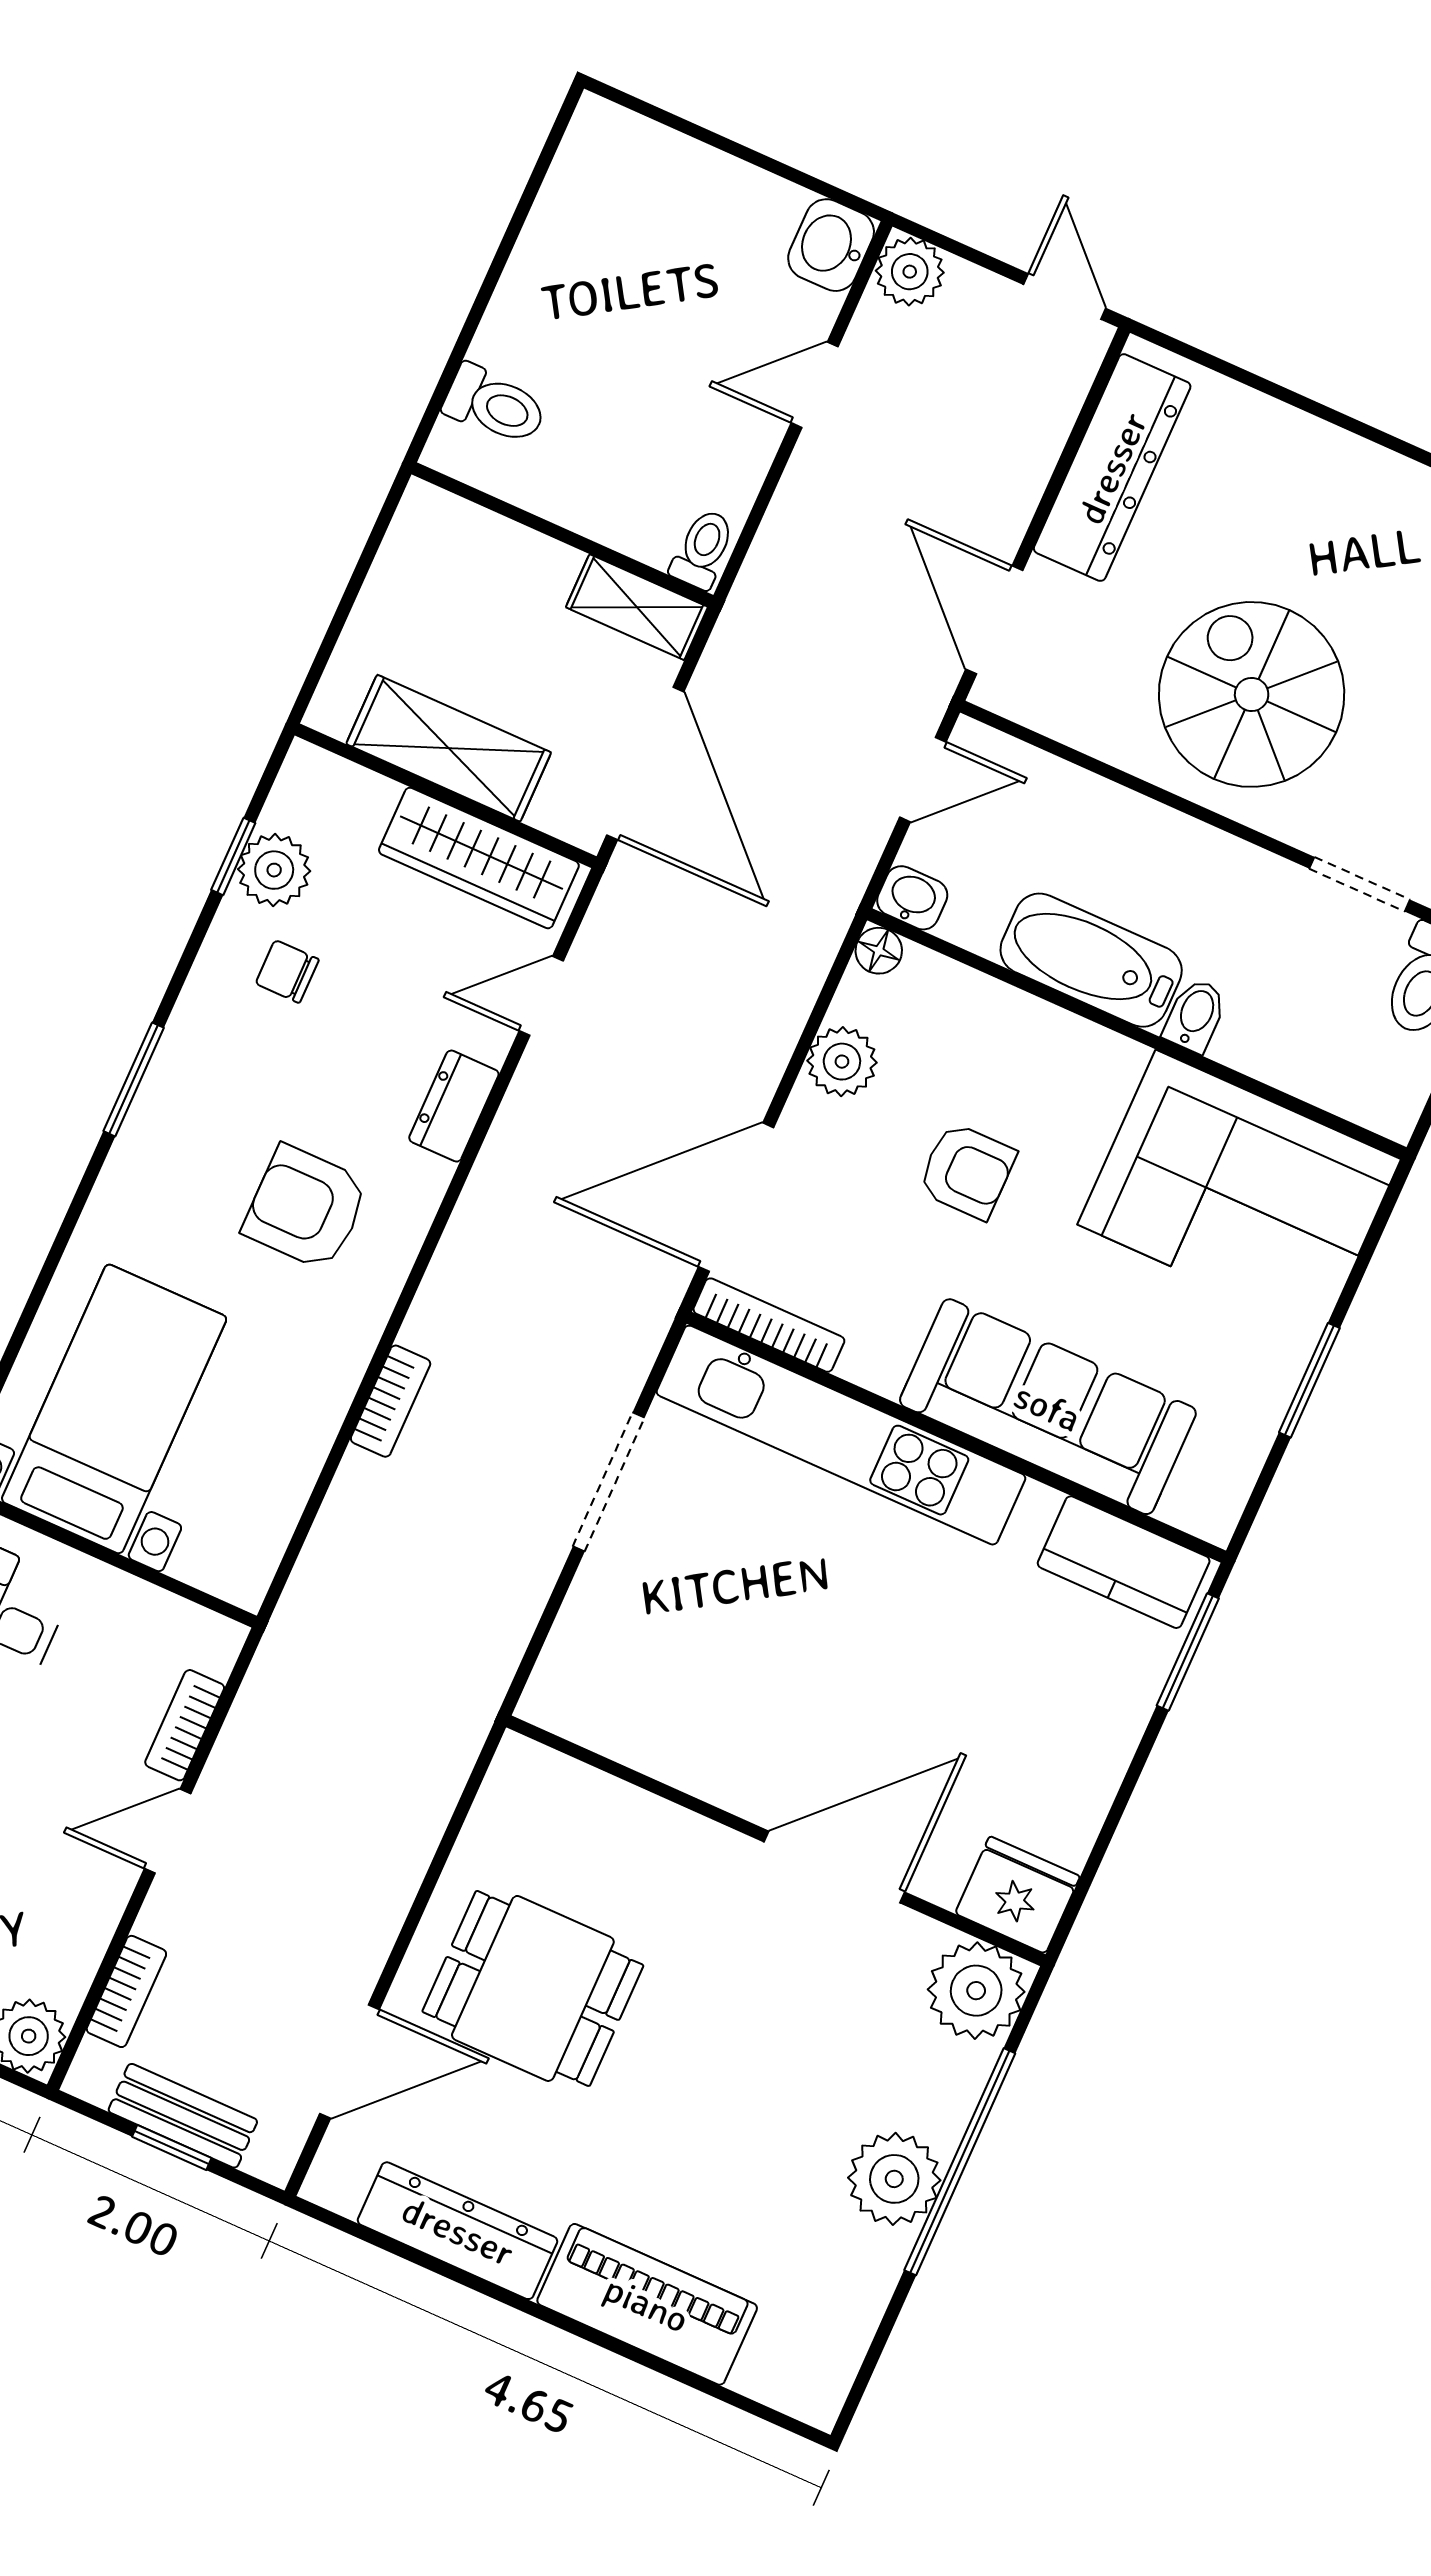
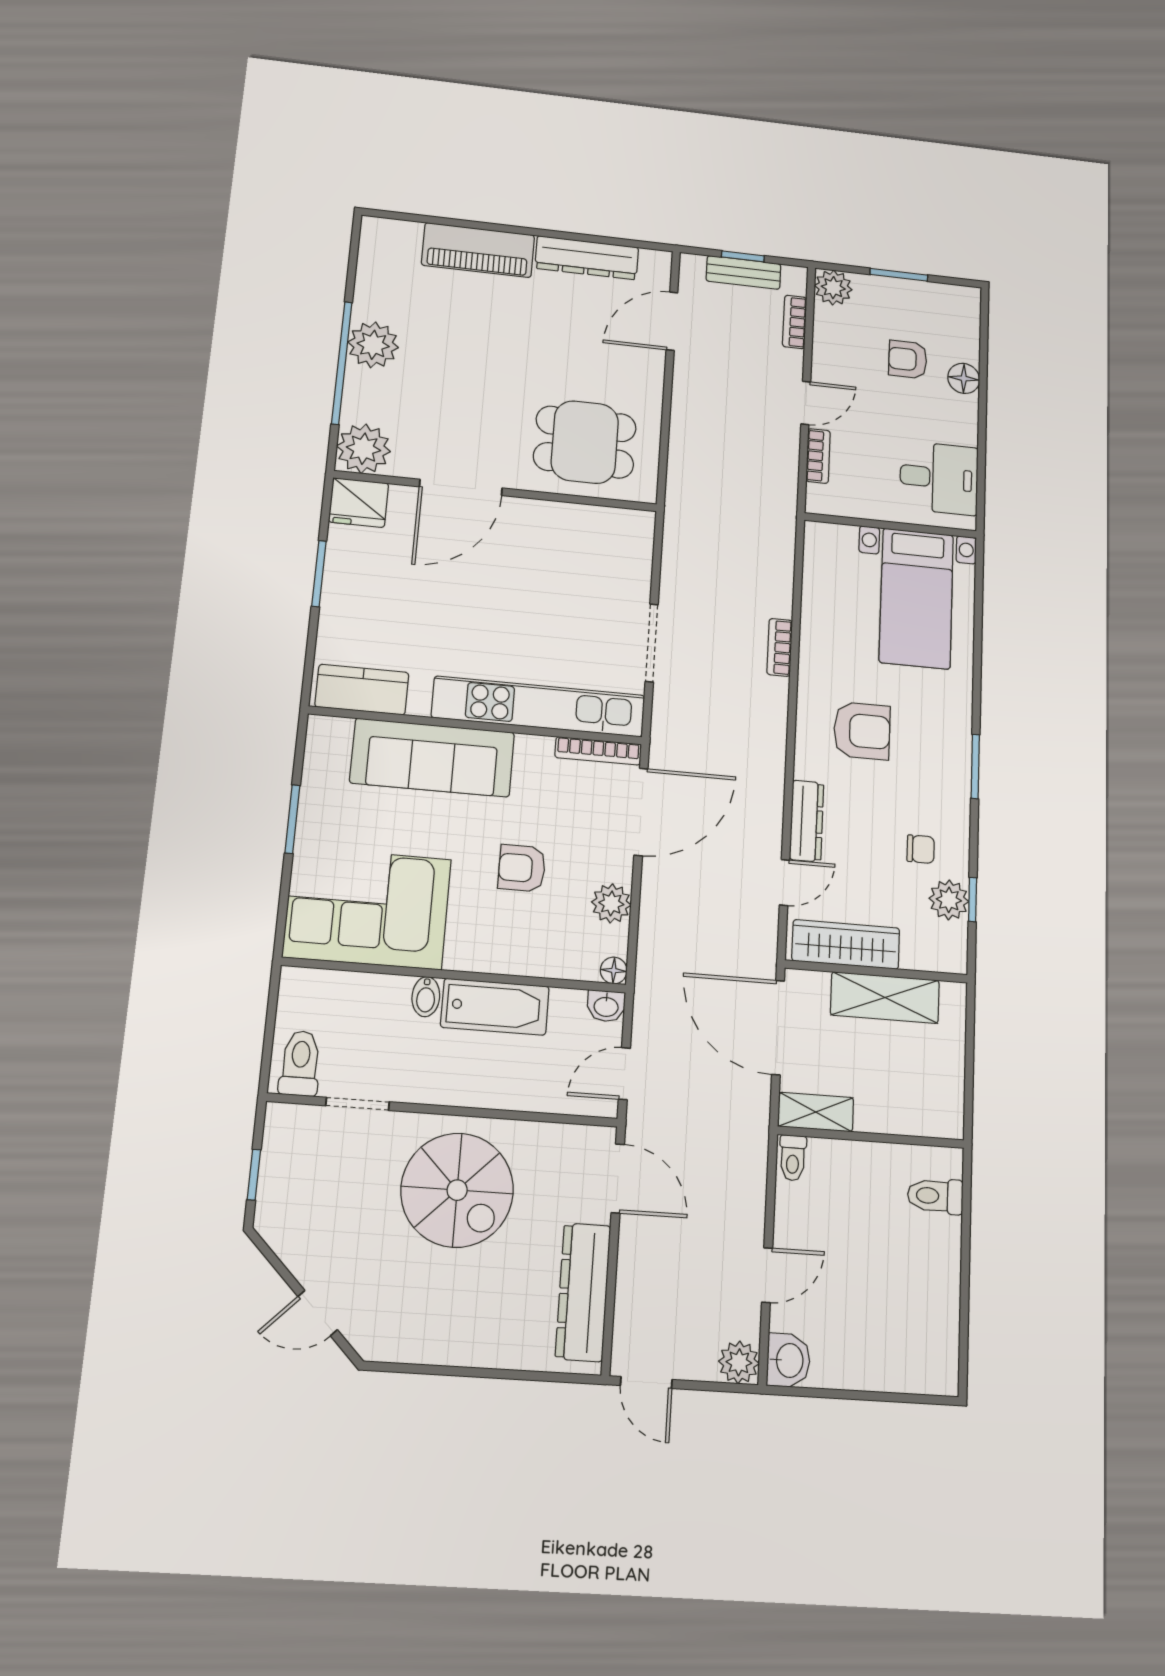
dresser: (454, 1106) -> (807, 821), width x1.44
window: (1188, 1652) -> (319, 574), moved
dining table: (533, 1988) -> (585, 442), moved

